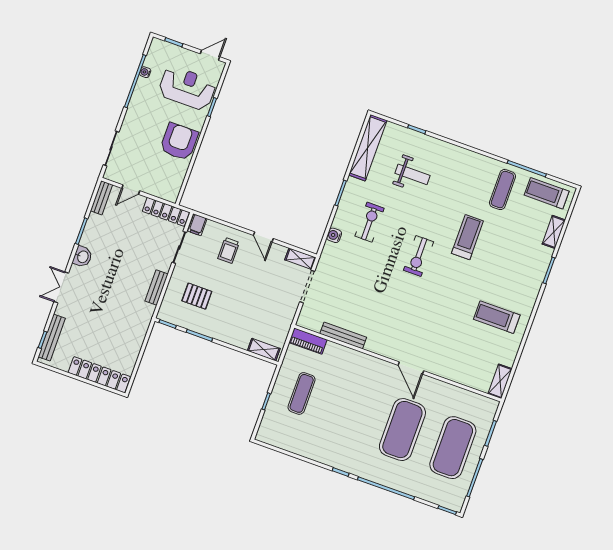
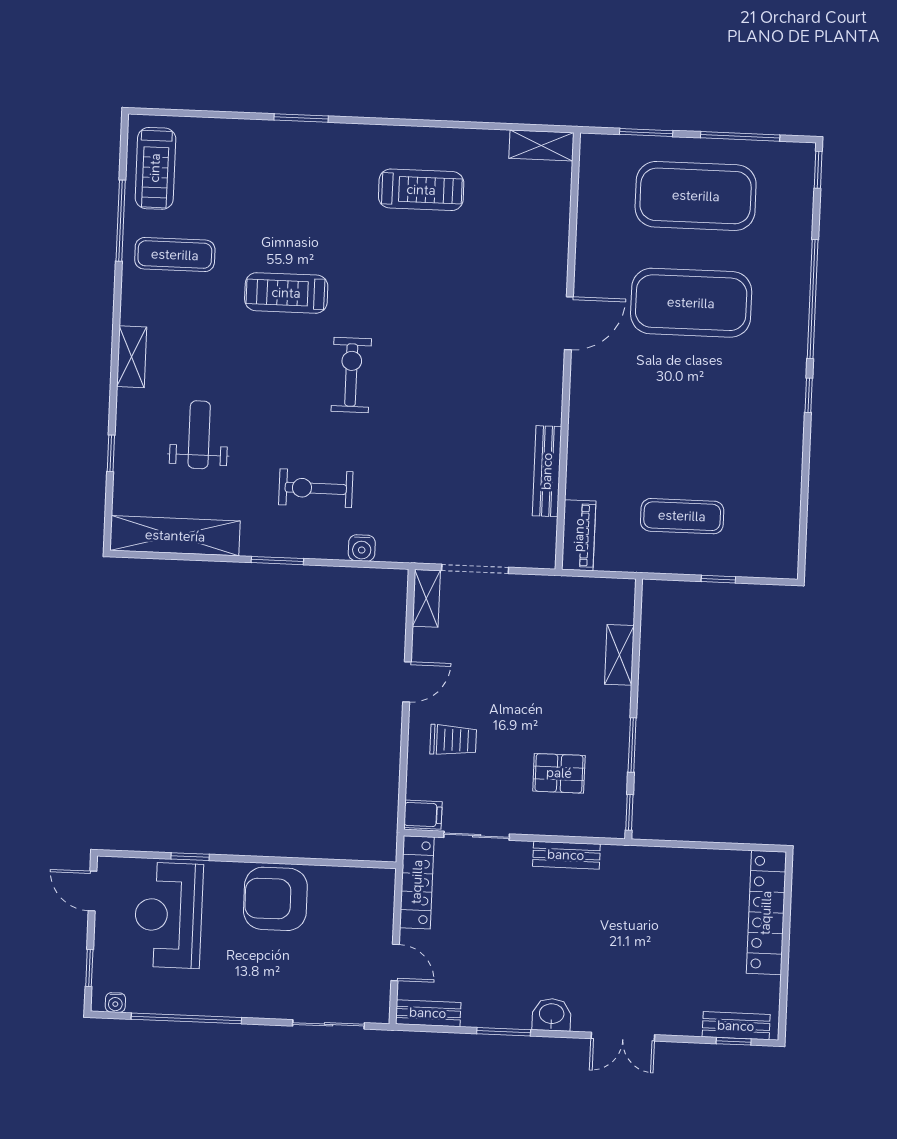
water cooler: (145, 72) -> (115, 1003), moved
shelving: (554, 232) -> (132, 357), moved, turned 90
exercise bike: (418, 256) -> (351, 375), turned -90
pallet: (197, 296) -> (559, 773), turned 90
treadmill: (497, 317) -> (421, 190), turned -90
bench: (52, 338) -> (736, 1026), width x0.73
shelving: (264, 350) -> (619, 655), moved

